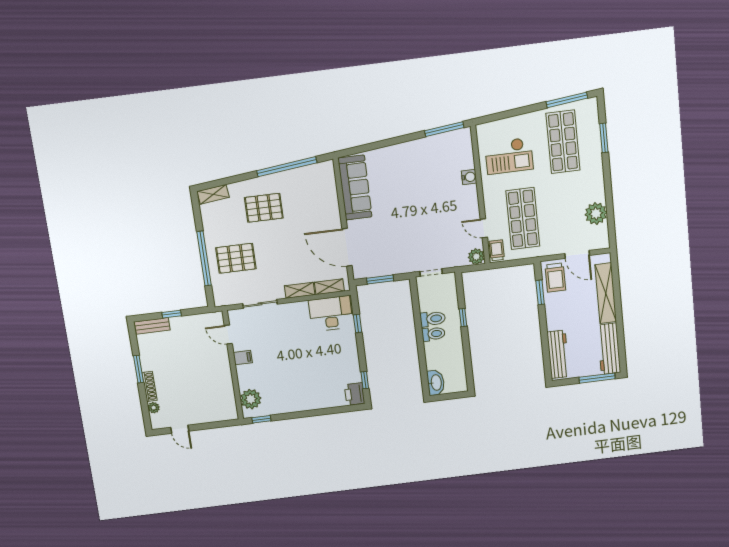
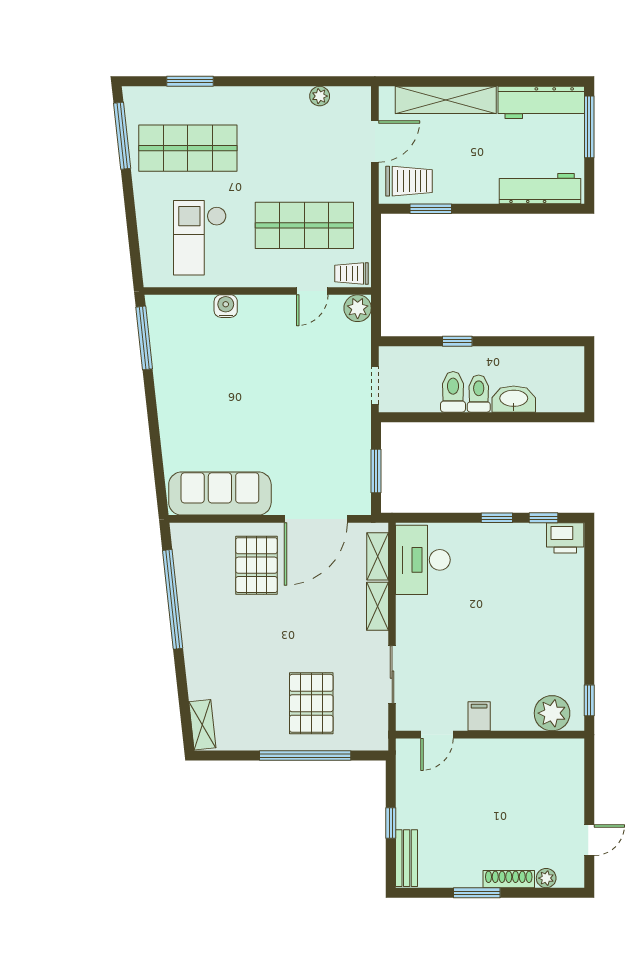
checkout: (509, 156) -> (200, 238), turned 180
pallet: (264, 208) -> (256, 565), moved
plant: (596, 214) -> (320, 96), width x0.53, depth x0.53
window: (358, 324) -> (497, 518), moved
washbasin: (436, 383) -> (514, 399), moved

